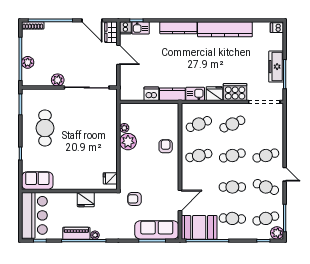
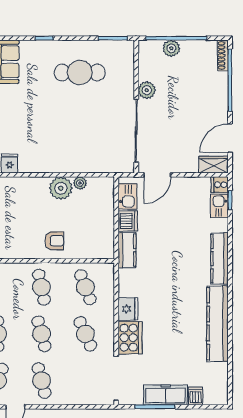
dishwasher: (277, 28) -> (196, 396), moved
door: (118, 55) -> (157, 175), moved
kitchen sink: (195, 94) -> (127, 196), moved

